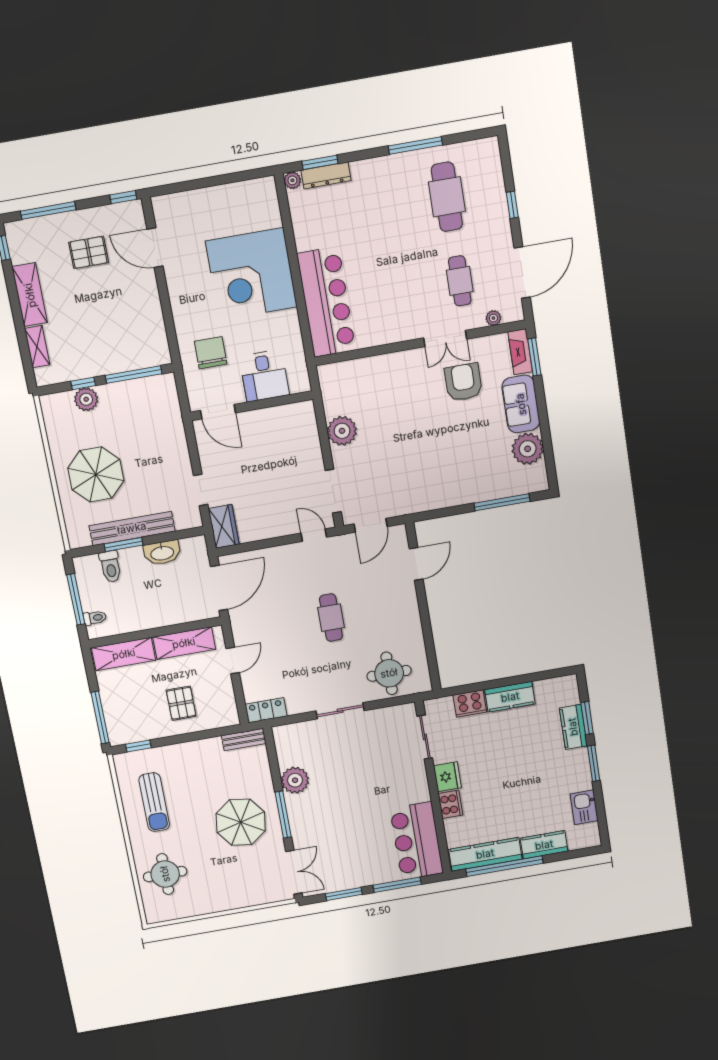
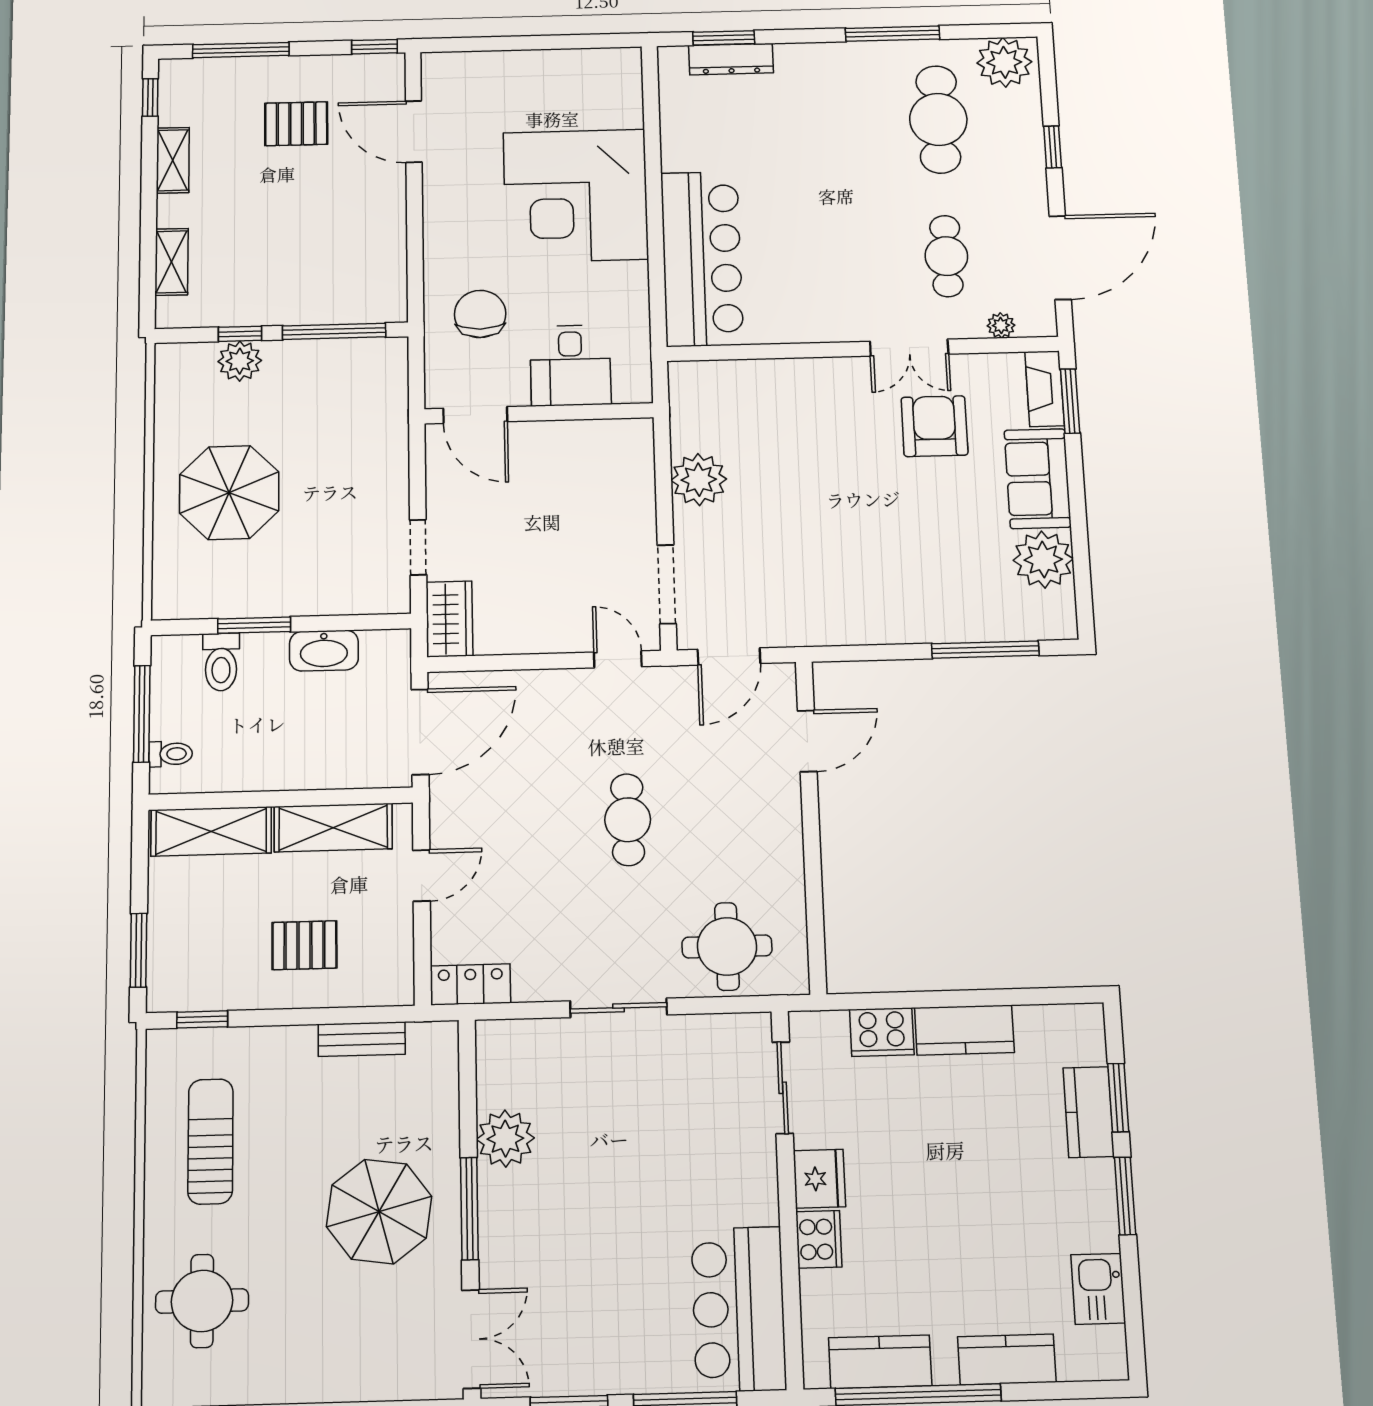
plant: (292, 180) -> (1004, 62), moved, width x1.88, depth x1.88
shelving: (30, 295) -> (173, 160), width x0.67, depth x0.75
bench: (132, 528) -> (276, 598), removed
pallet: (181, 703) -> (304, 945), turned 90
window: (100, 718) -> (139, 950), width x0.69
bench: (244, 739) -> (362, 1039), moved
sun lounger: (154, 802) -> (210, 1141), turned 180
kitchen counter: (485, 854) -> (880, 1362), width x0.67

